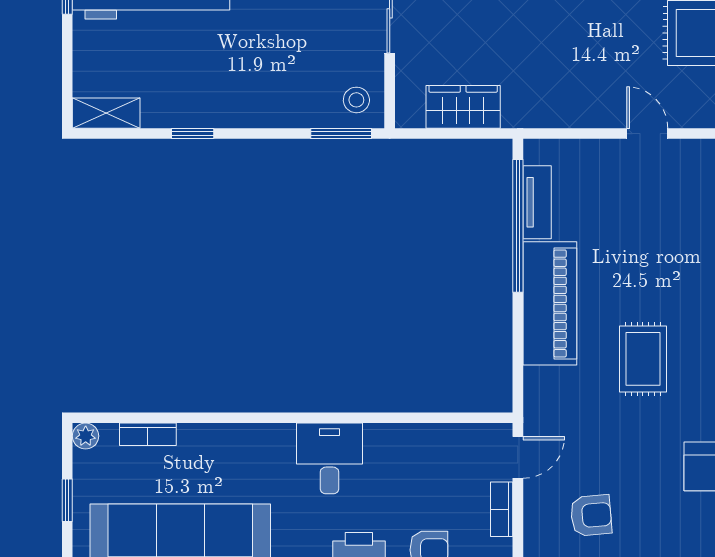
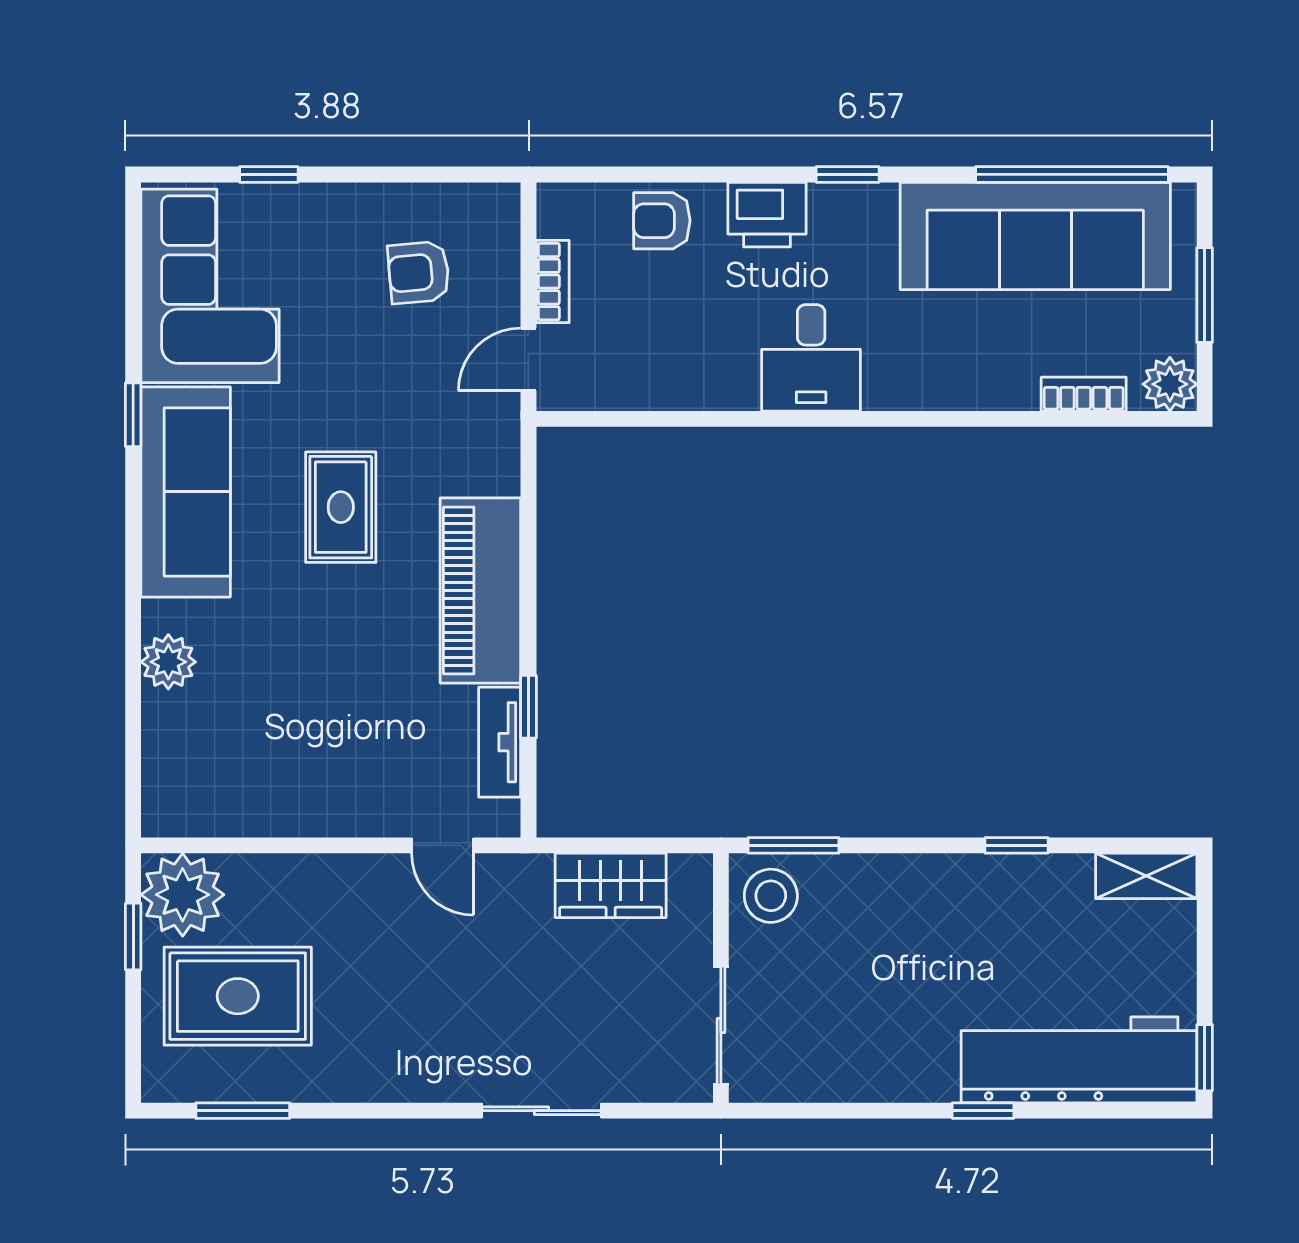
stool: (356, 100) -> (771, 896), width x1.37, depth x1.37
door: (647, 134) -> (443, 845), moved
window: (518, 226) -> (528, 707), width x0.32
plant: (86, 436) -> (1170, 384), width x1.38, depth x1.38
window: (67, 500) -> (1205, 295), width x1.50

